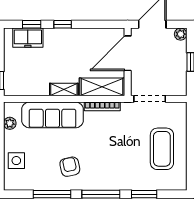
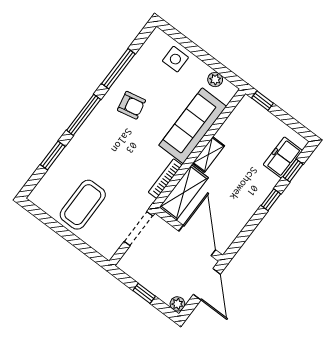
coffee table: (162, 149) -> (83, 205), turned 90

